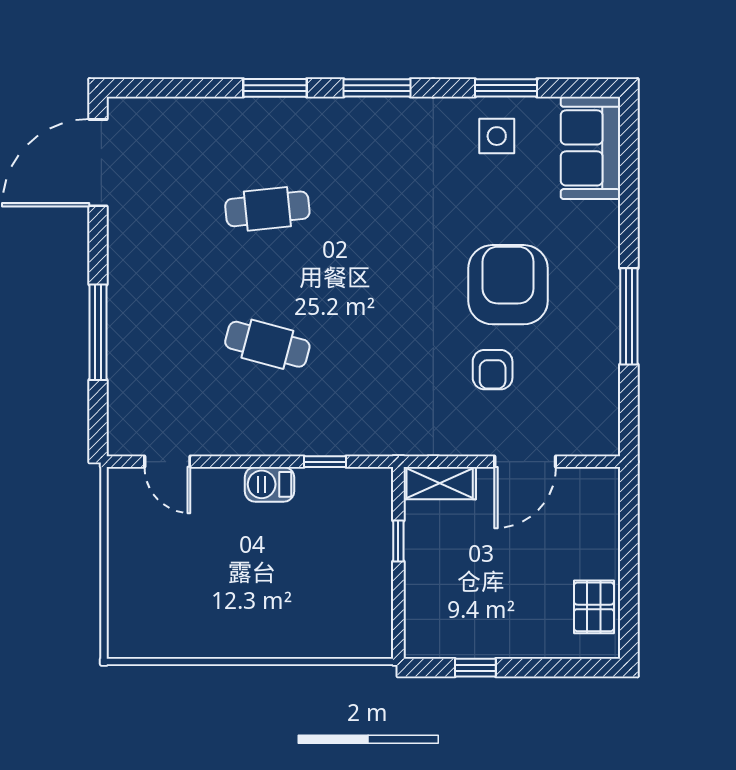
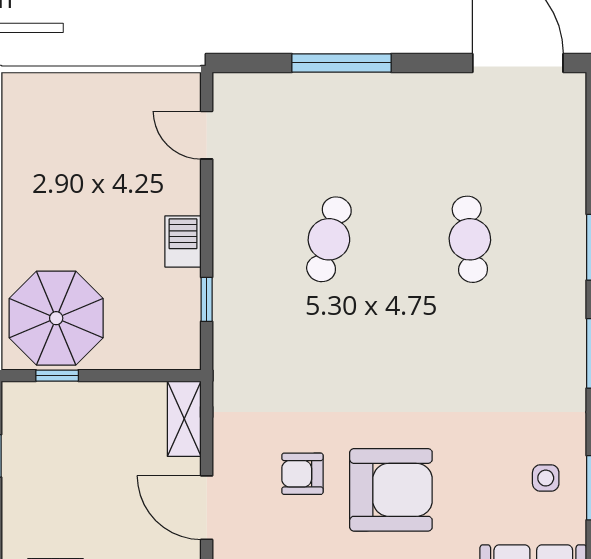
side table: (497, 136) -> (546, 478), width x0.73, depth x0.73
door: (167, 462) -> (207, 135), hinge flipped
window: (398, 541) -> (57, 376), moved
parasol: (343, 606) -> (56, 318), added

